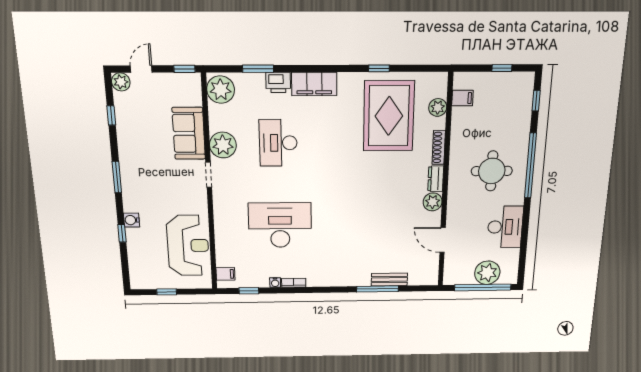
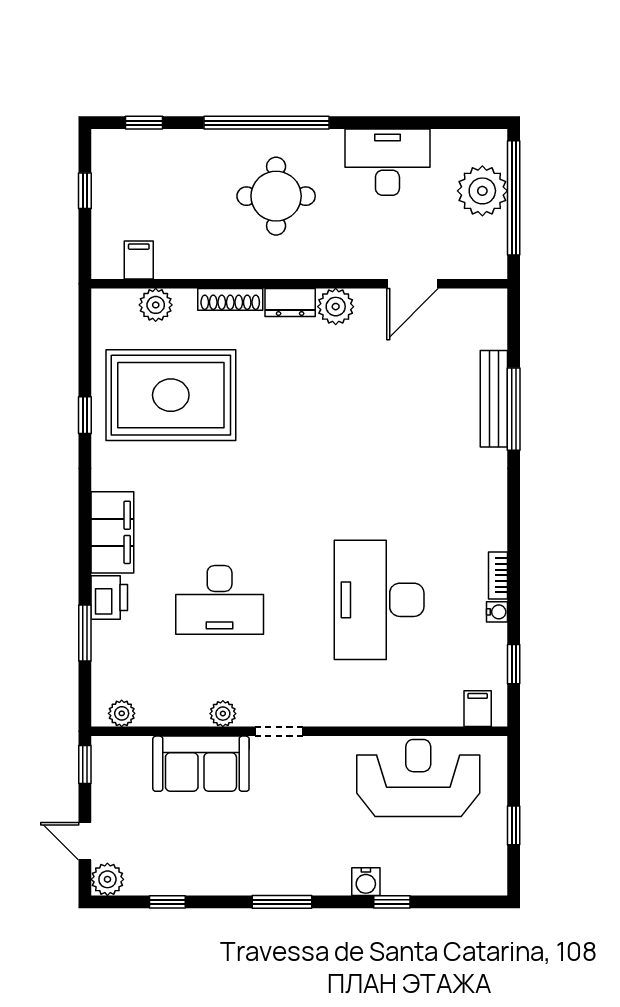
plant: (221, 90) -> (122, 713), width x0.53, depth x0.53
plant: (223, 145) -> (223, 714), width x0.53, depth x0.53
bench: (389, 279) -> (494, 399), width x1.36

